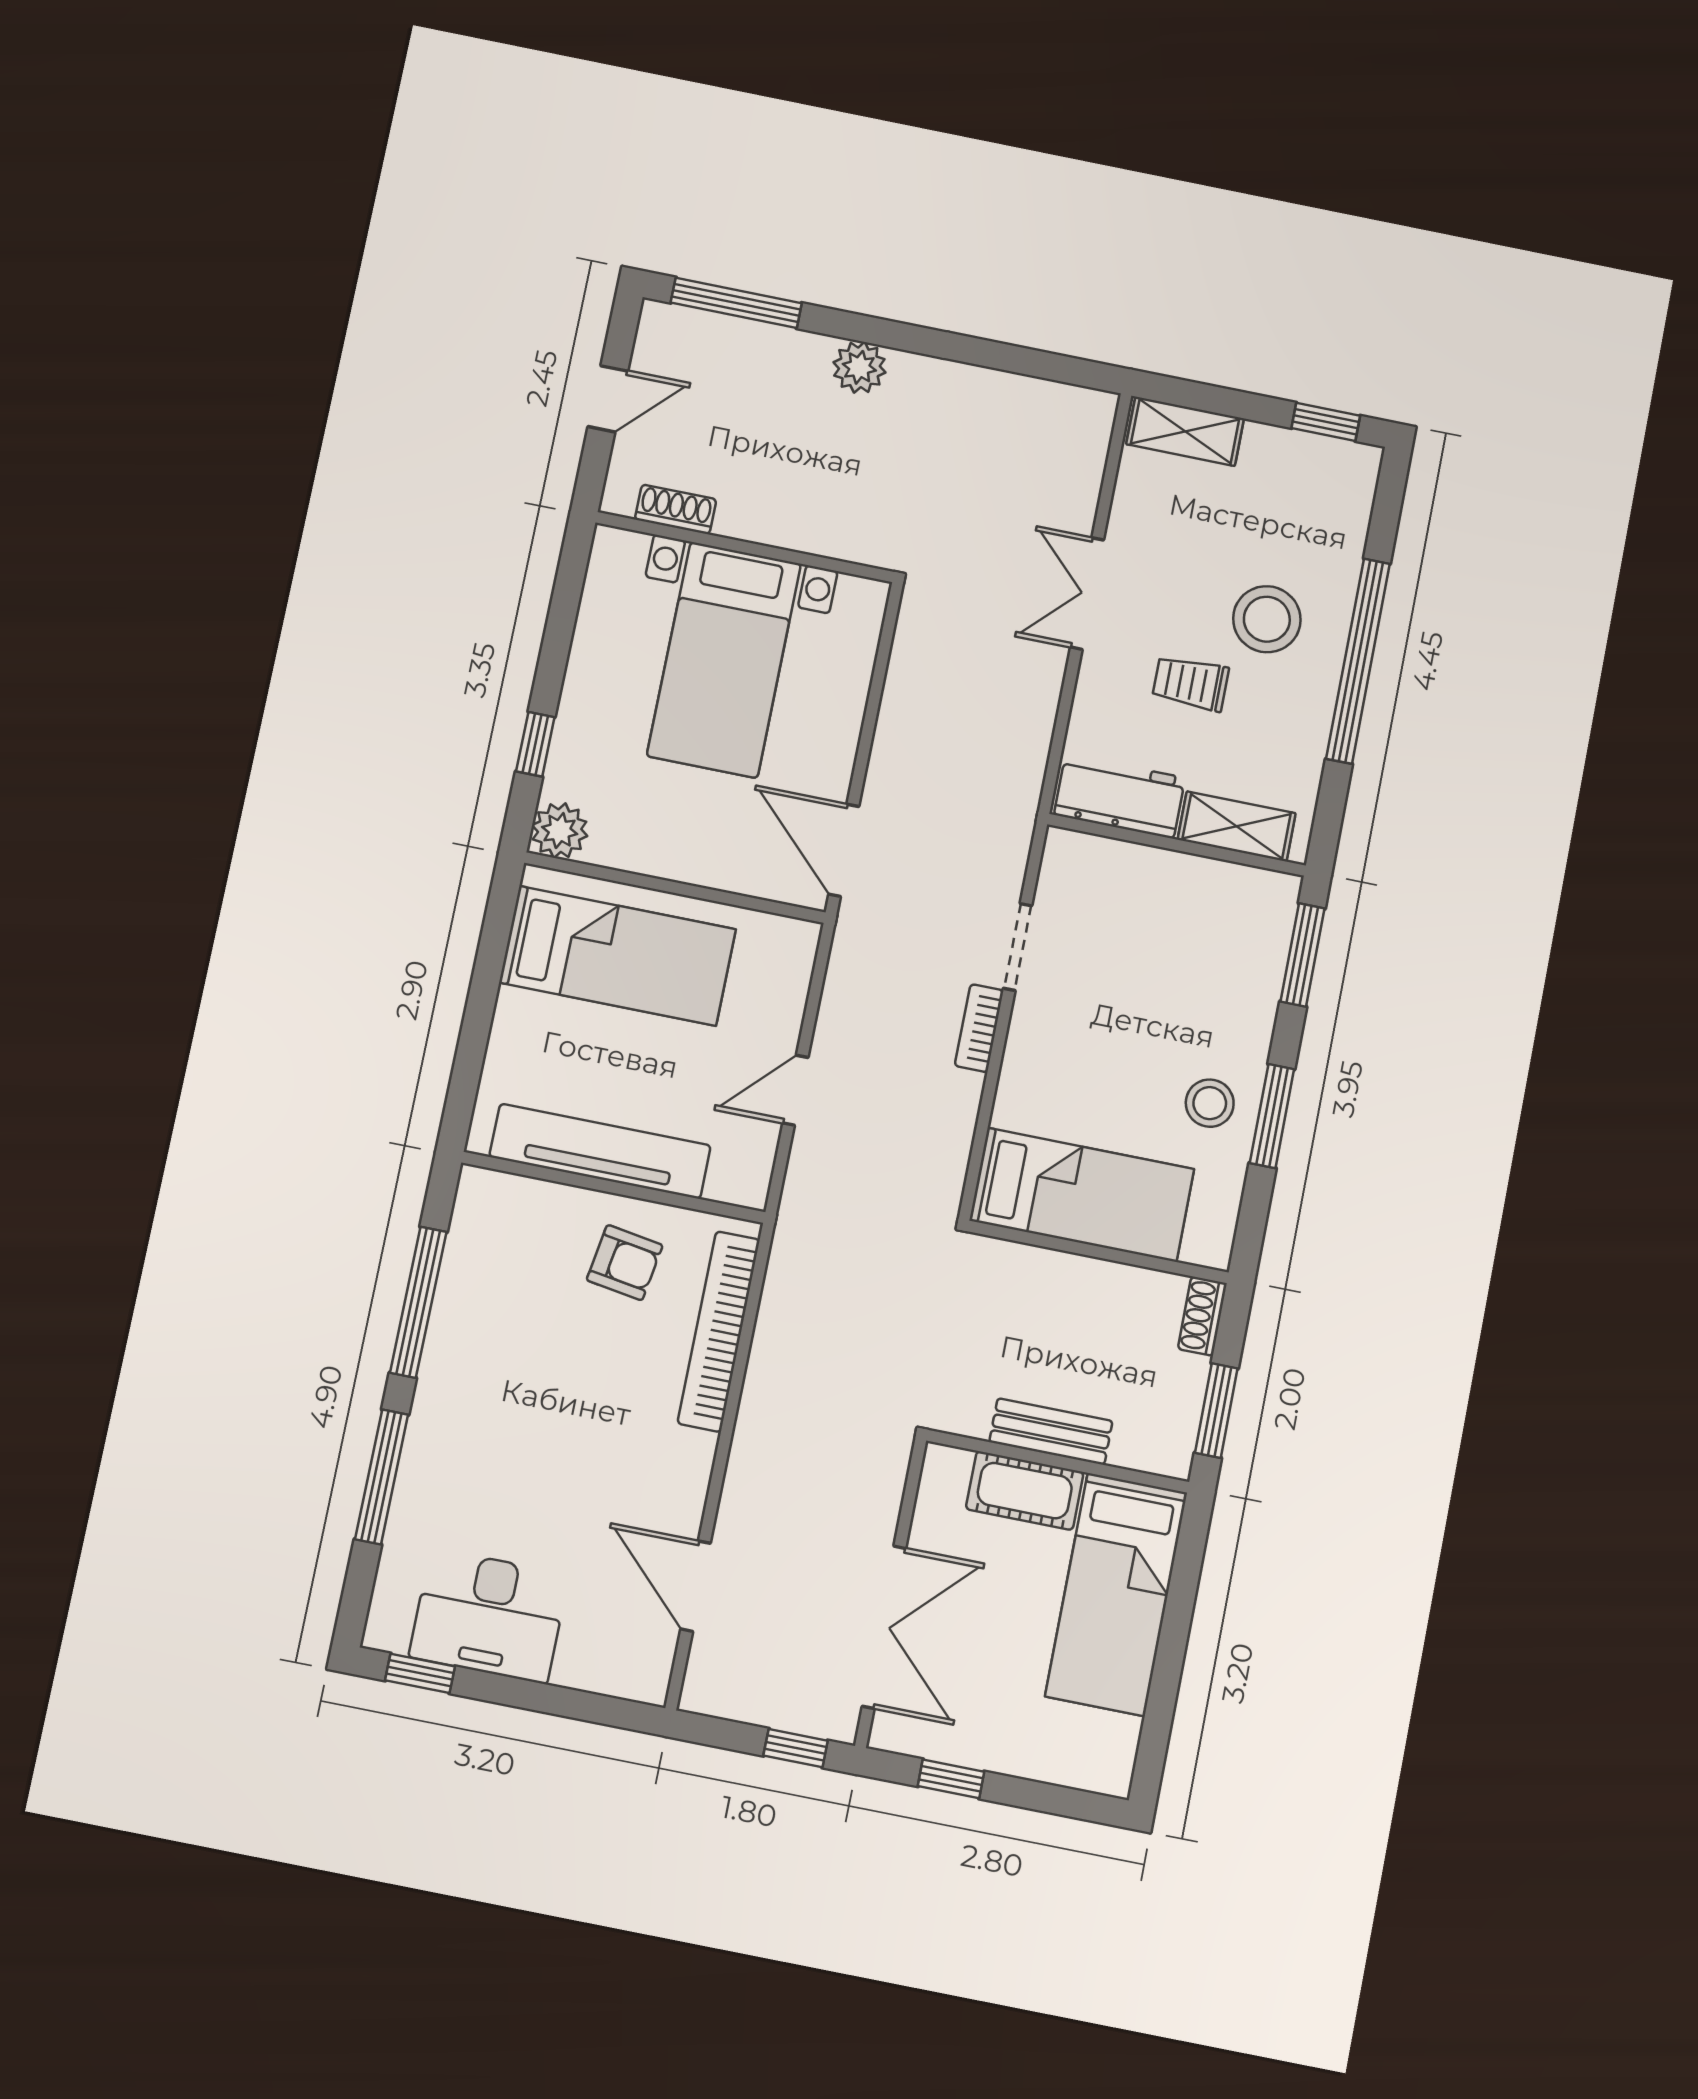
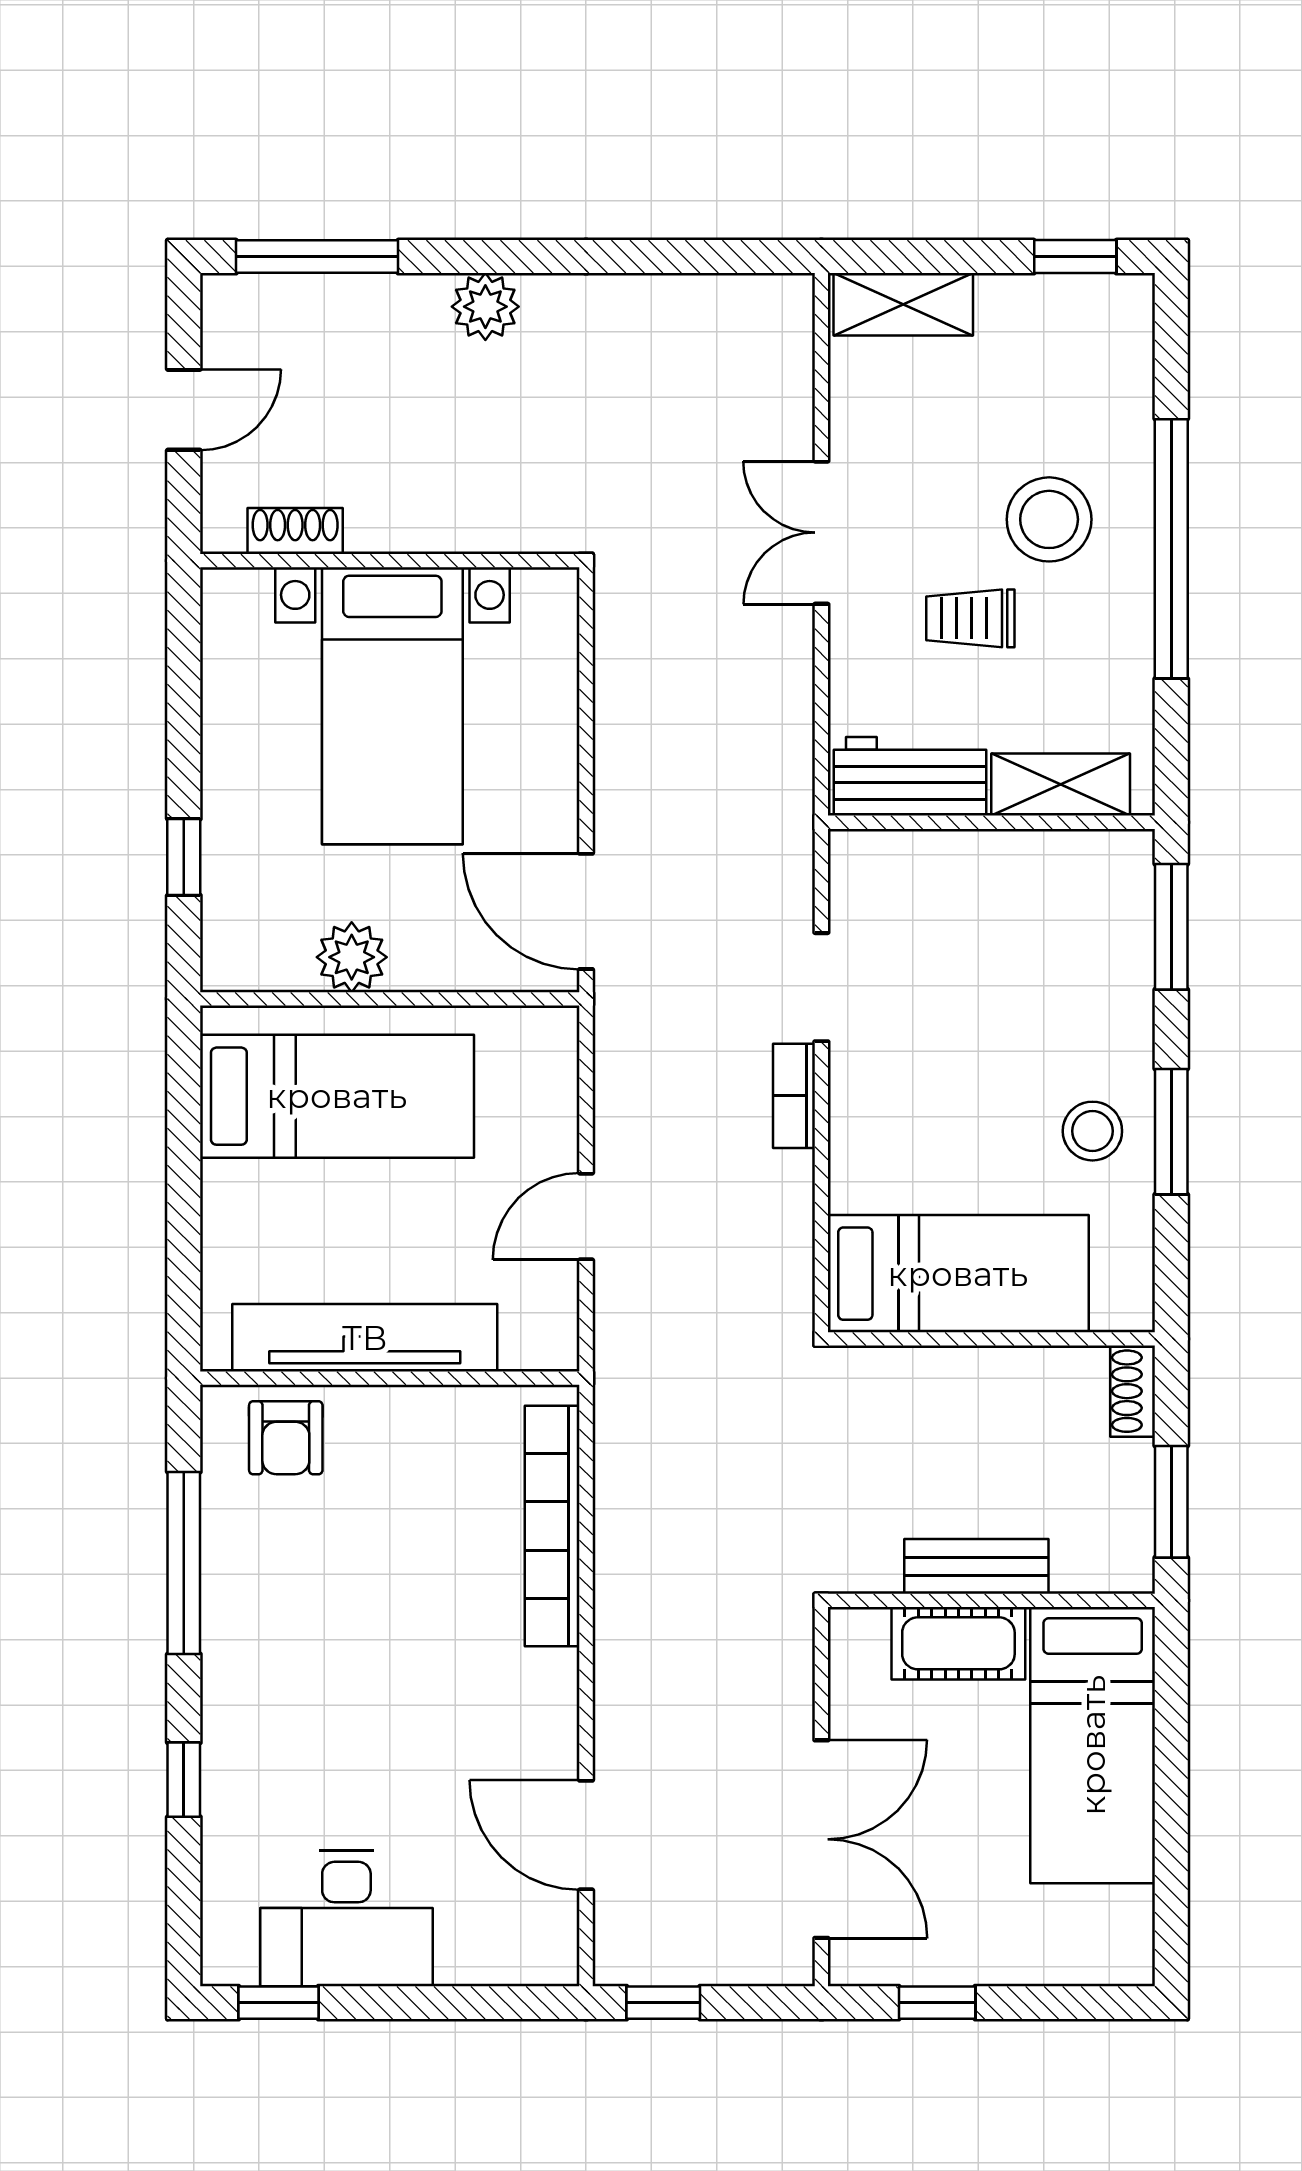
plant: (560, 831) -> (352, 957), moved
armchair: (625, 1263) -> (286, 1438), moved, turned 81
window: (382, 1477) -> (184, 1780), width x0.46
window: (796, 1748) -> (663, 2003), moved

